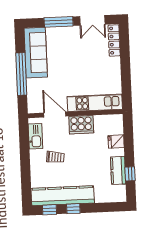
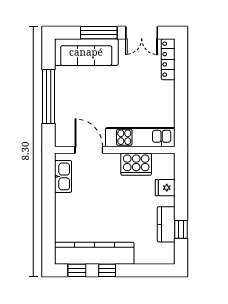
sofa: (36, 53) -> (86, 52), moved, turned 90
cooker: (81, 125) -> (136, 164), moved
trolley: (55, 157) -> (87, 204), removed

